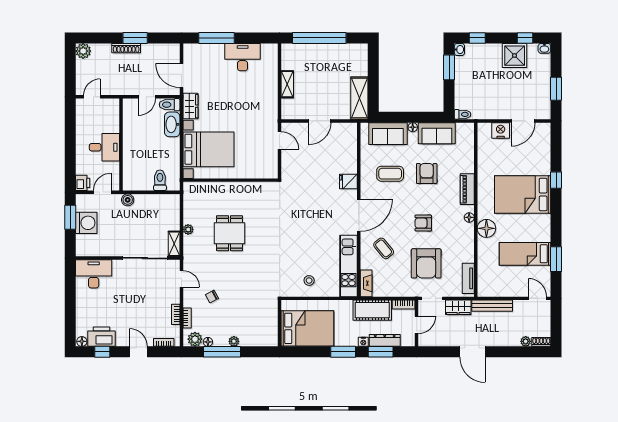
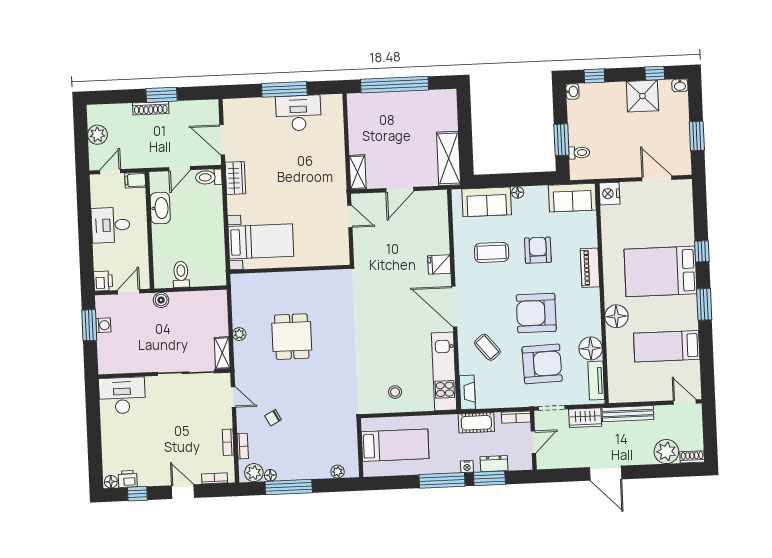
window: (217, 38) -> (284, 89), moved
plant: (83, 51) -> (97, 135), moved
window: (449, 67) -> (561, 140), moved
shelving: (287, 84) -> (358, 172), moved
filing cabinet: (111, 104) -> (135, 180), added
toilet: (463, 114) -> (579, 153), moved
door: (523, 121) -> (657, 178), swing flipped
washbasin: (172, 124) -> (160, 208), moved, turned 180
nightstand: (501, 130) -> (609, 194), moved, turned -90
sofa: (437, 133) -> (572, 198), moved
desk: (104, 147) -> (111, 225), moved, turned 180
bed with nightstands: (208, 149) -> (261, 241), width x0.73
toilet: (160, 180) -> (181, 274), moved
door: (359, 215) -> (454, 307), swing flipped
floor lamp: (469, 217) -> (591, 348), moved, width x1.89, depth x1.89
washing machine: (86, 223) -> (103, 325), width x0.53, depth x0.53
armchair: (423, 223) -> (536, 313), width x1.88, depth x1.88
window: (556, 259) -> (704, 304), moved
armchair: (426, 263) -> (542, 364), turned -92
cot: (372, 310) -> (476, 423), width x0.73, depth x0.75
bed: (307, 328) -> (395, 445), width x0.67
printer: (101, 337) -> (128, 479), width x0.53, depth x0.68
dresser: (385, 340) -> (494, 464), width x0.70
plant: (234, 341) -> (338, 472), moved
plant: (526, 341) -> (666, 452), width x1.88, depth x1.88
window: (343, 352) -> (442, 480), width x1.44

